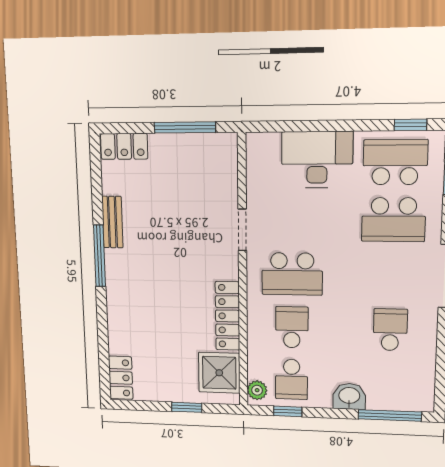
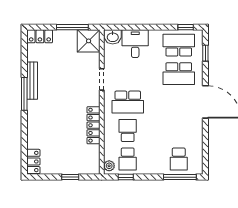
desk: (317, 160) -> (135, 44), width x0.73
bench: (112, 222) -> (32, 81), width x1.36
school desk: (390, 330) -> (179, 159), moved, turned 180
shower: (219, 373) -> (89, 41), moved
washbasin: (349, 396) -> (113, 37), moved, turned 180

